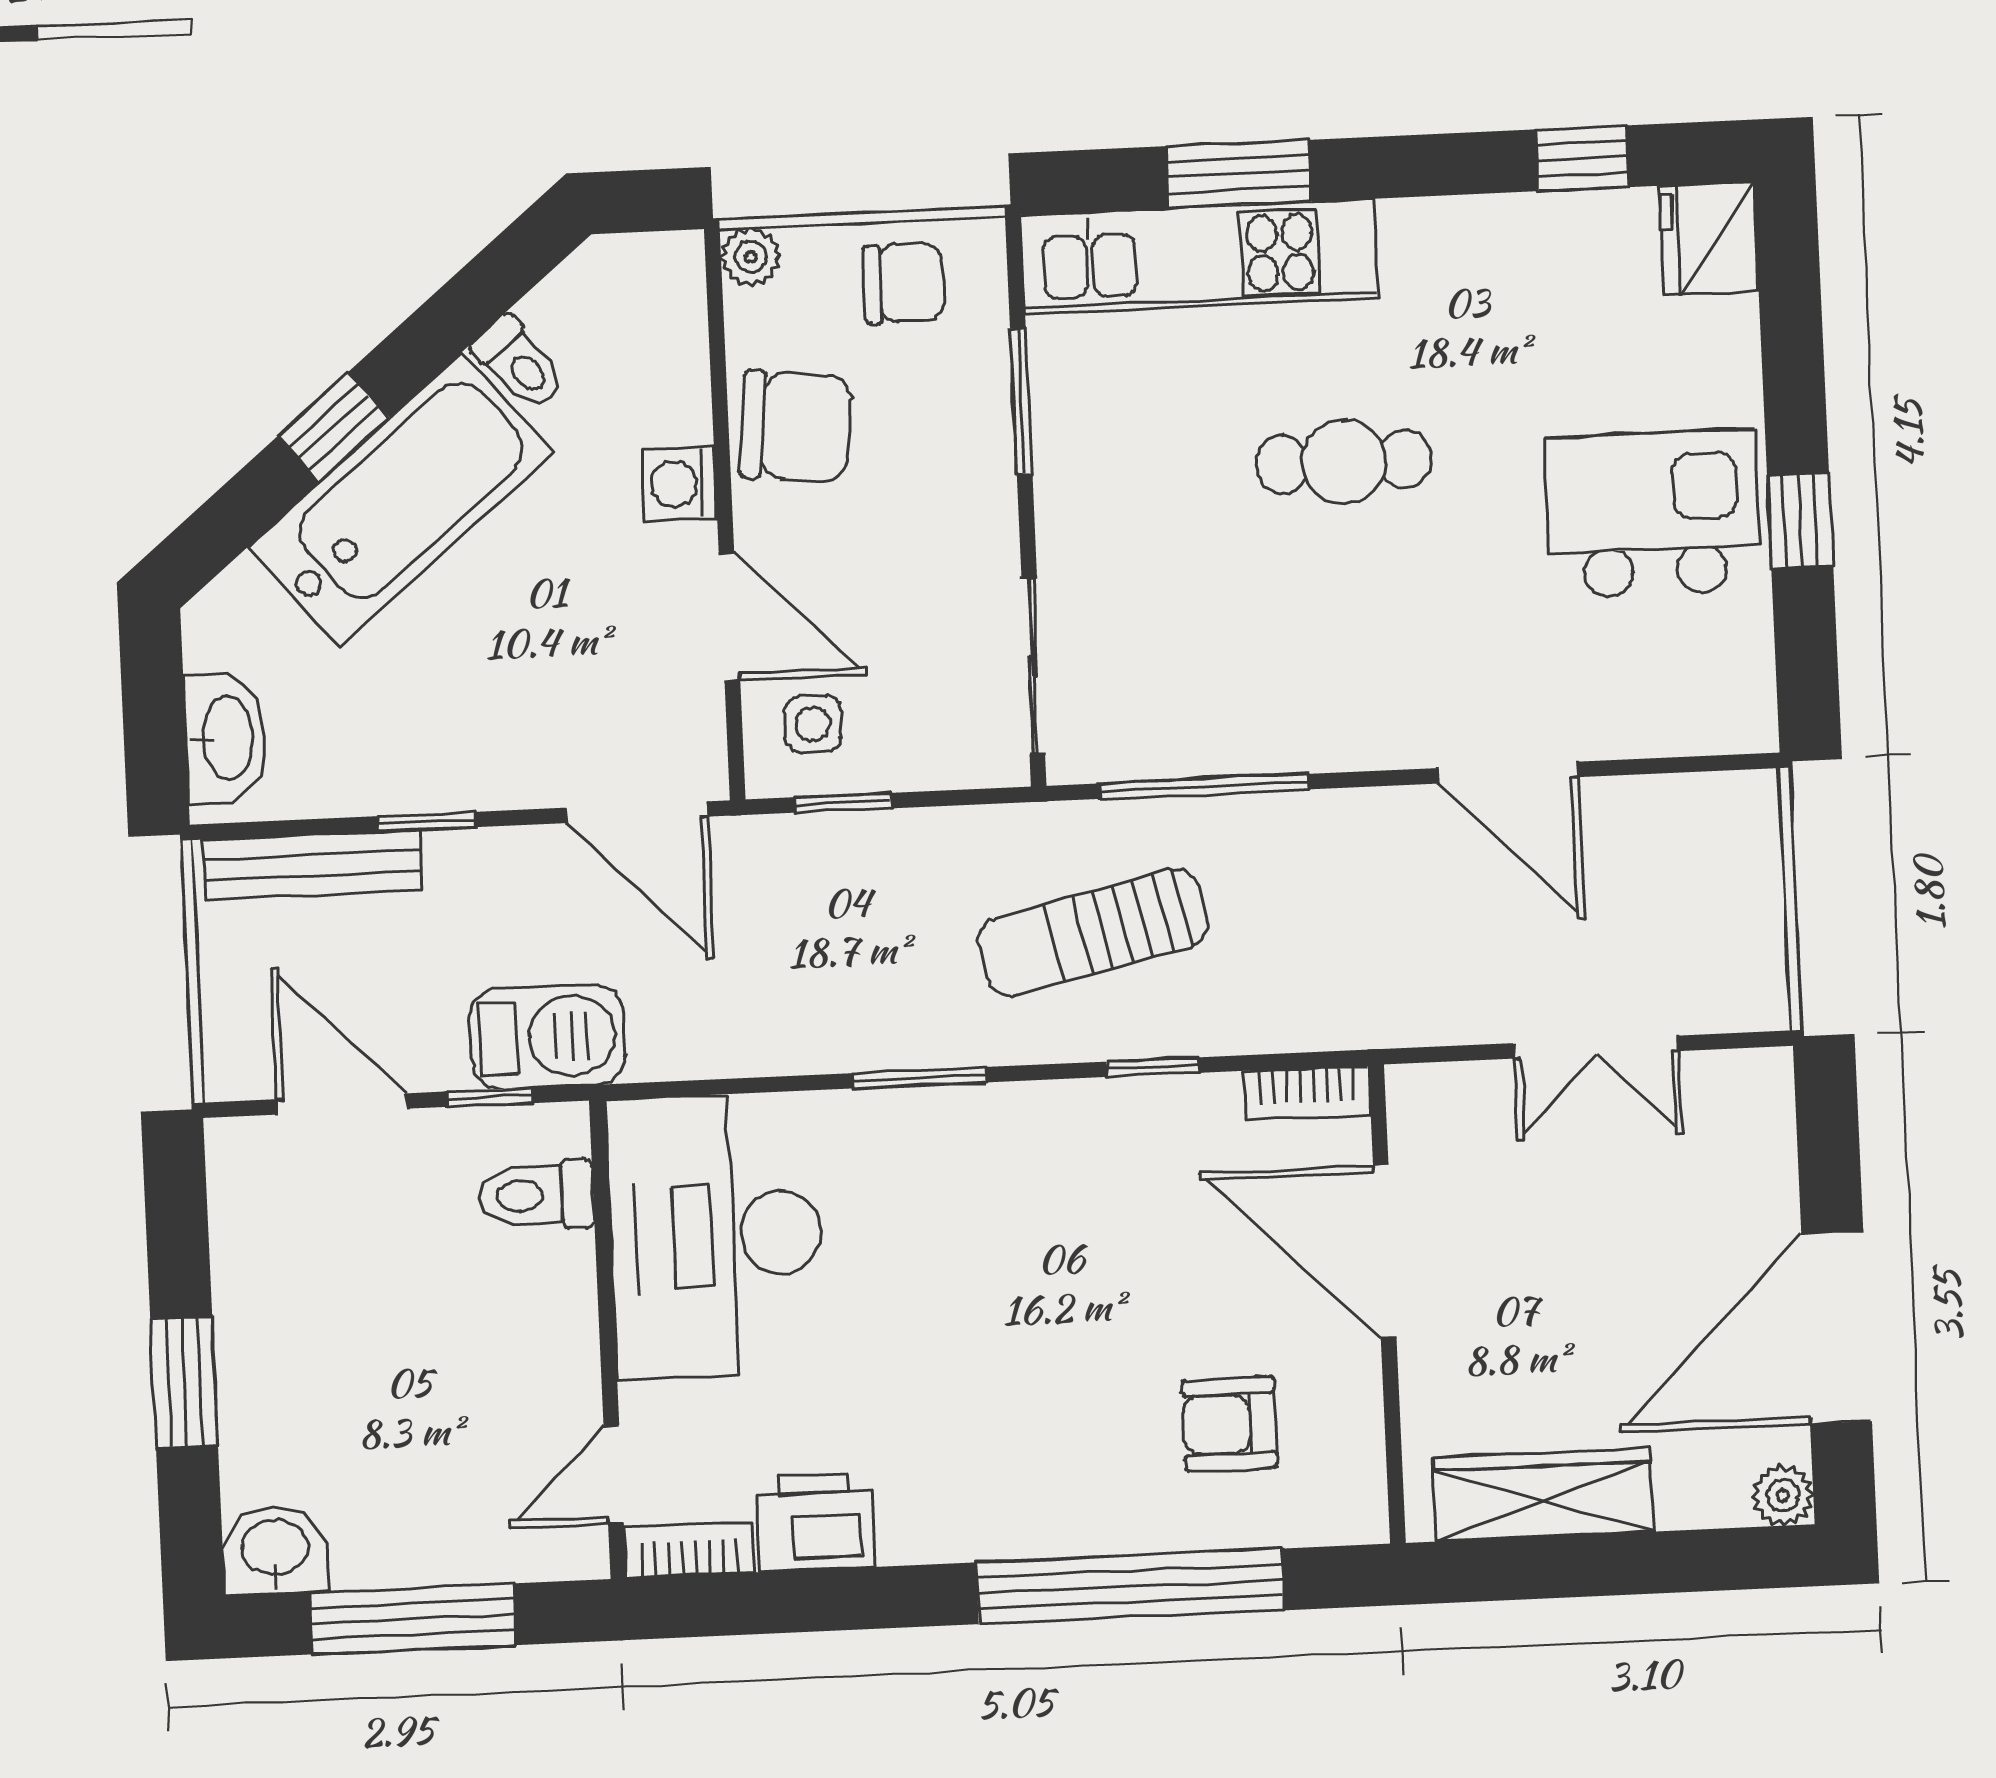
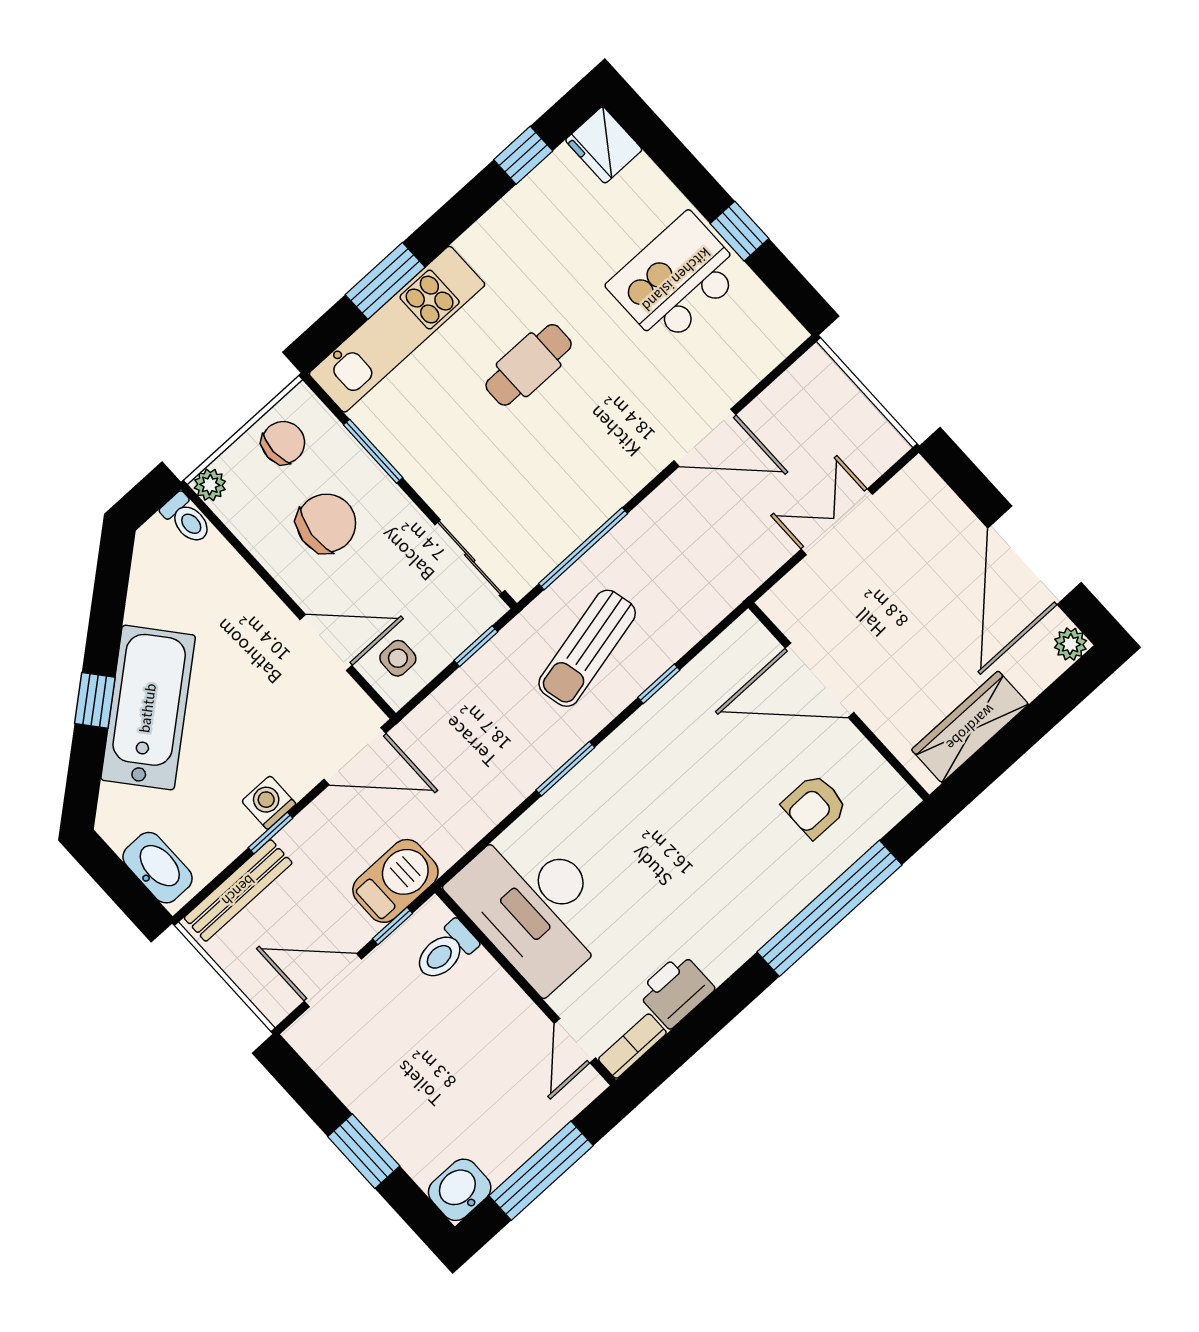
toilet: (519, 363) -> (186, 519), moved, turned 40
chair: (795, 427) -> (326, 523), moved
washing machine: (680, 484) -> (269, 802), moved, turned 90
window: (843, 803) -> (476, 646), moved
double door: (1596, 1047) -> (837, 522), swing flipped
bookcase: (1307, 1093) -> (732, 641), removed

